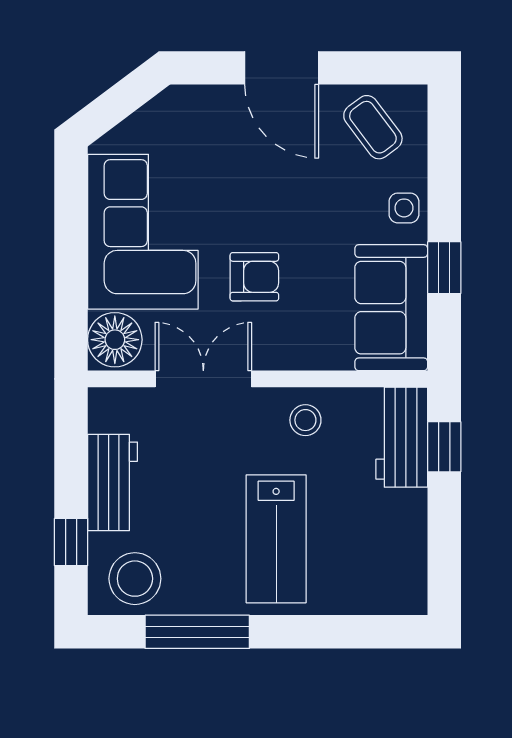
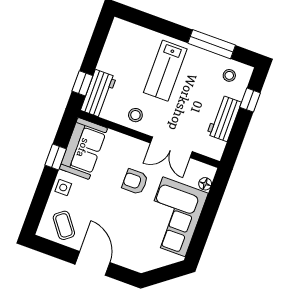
floor lamp: (115, 340) -> (205, 184), width x0.53, depth x0.53
lab bench: (276, 539) -> (165, 71), turned 180
stool: (135, 579) -> (229, 75), width x0.53, depth x0.53

